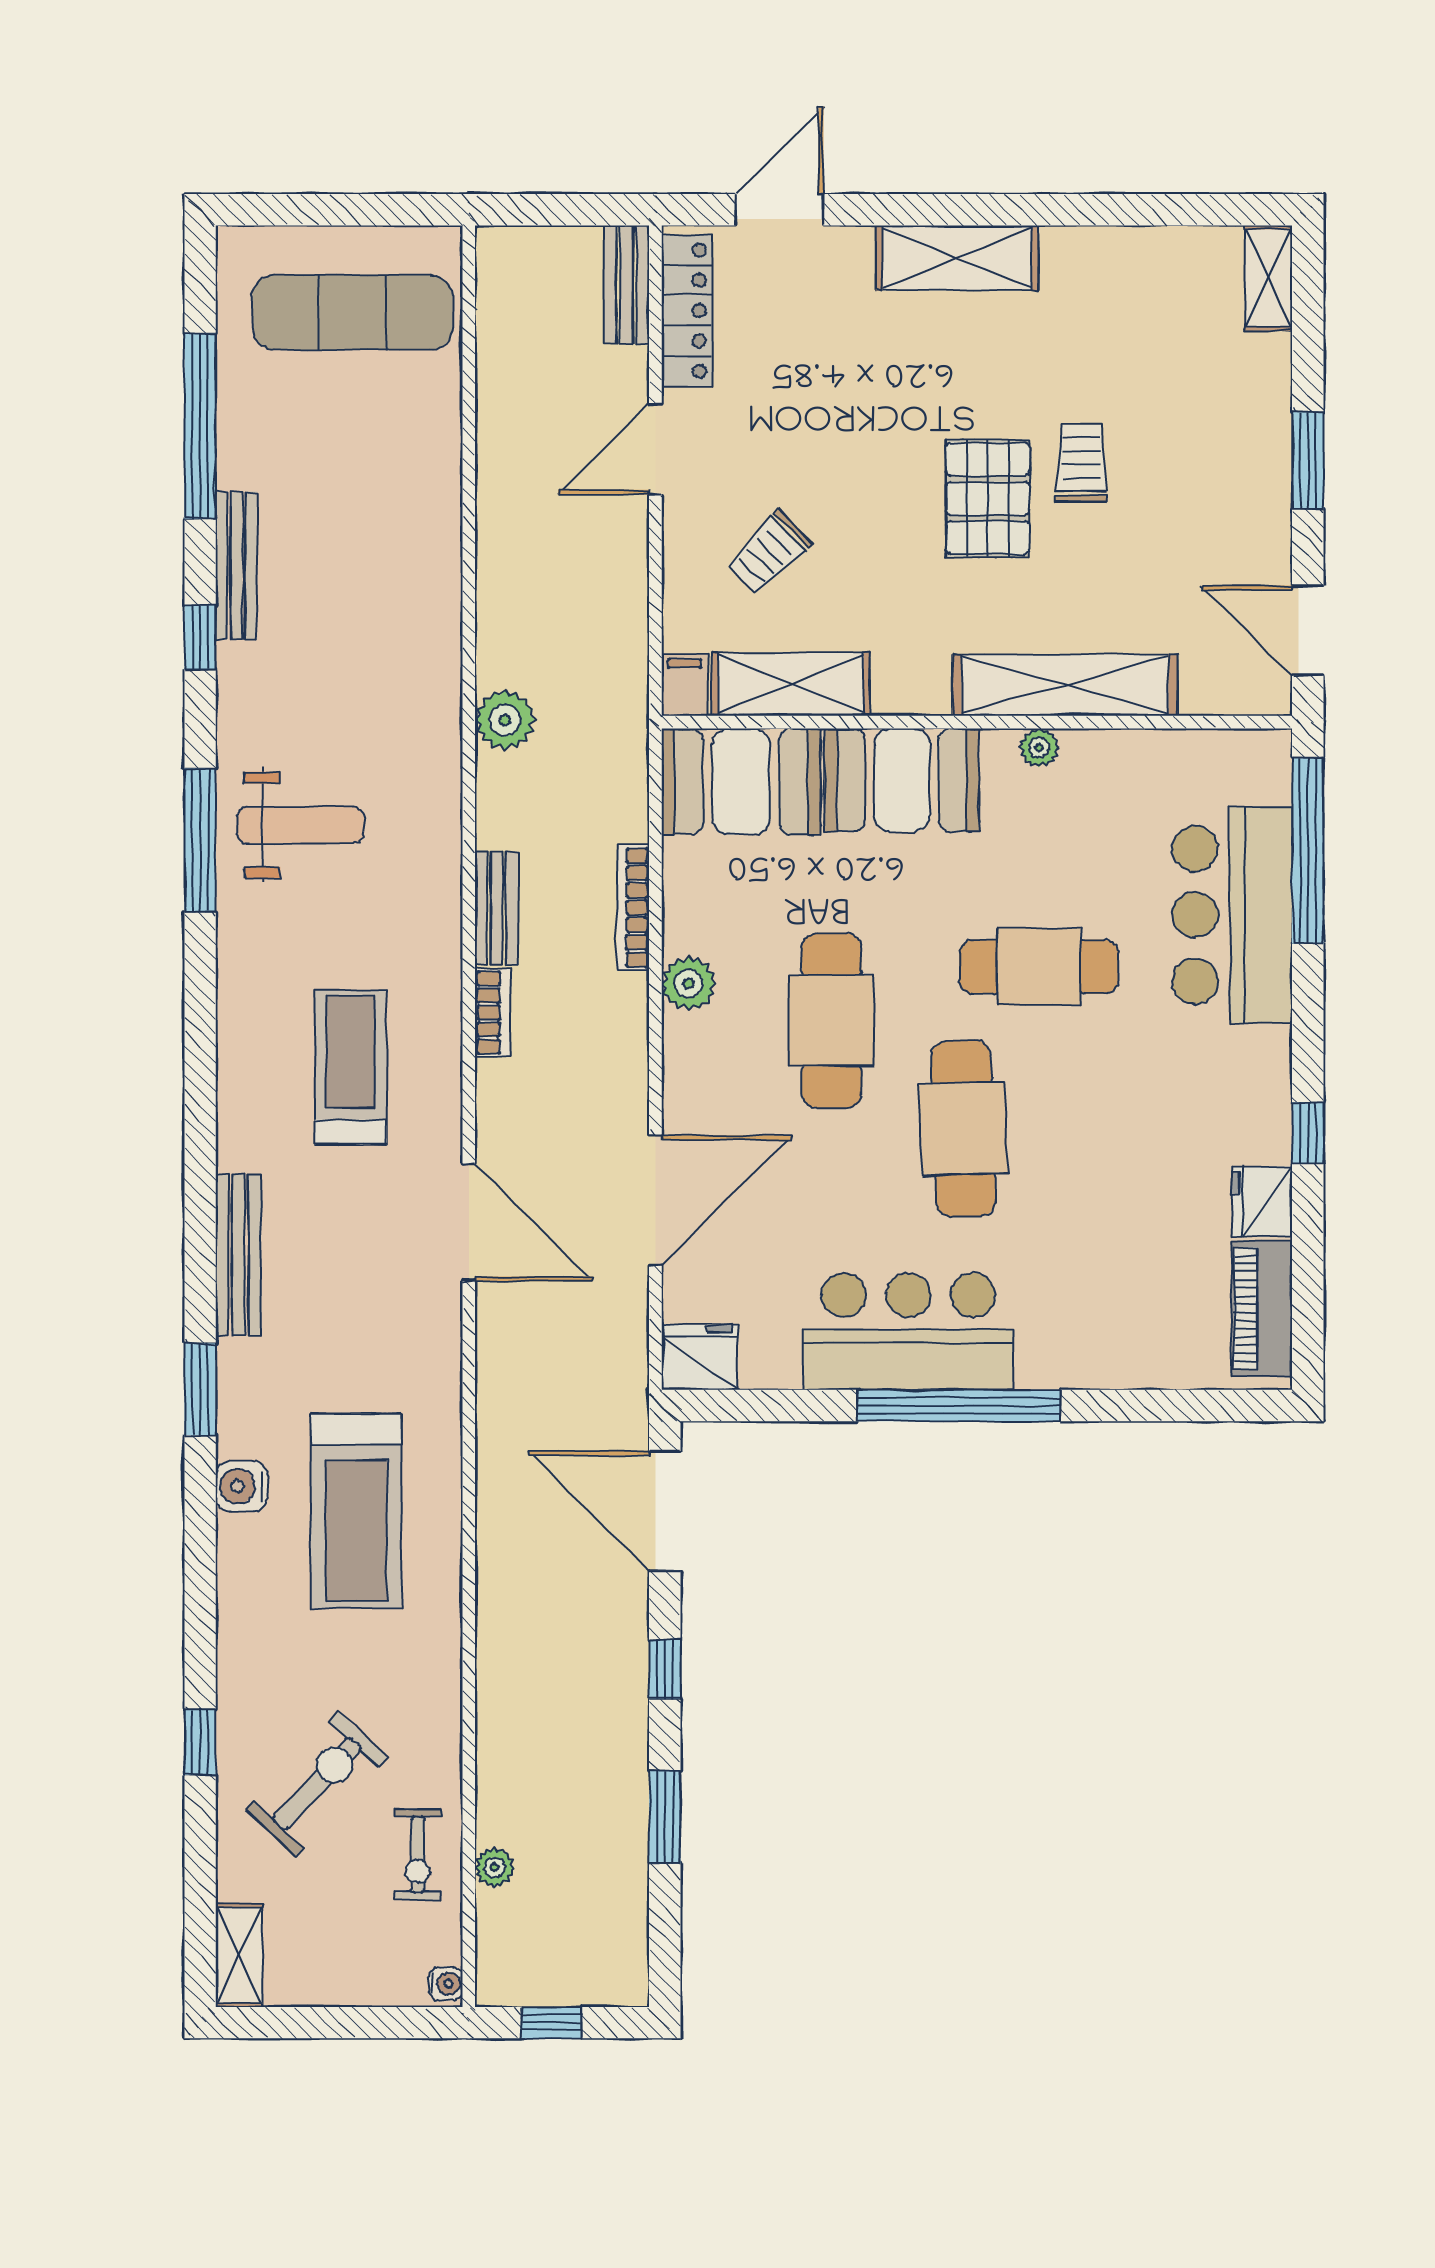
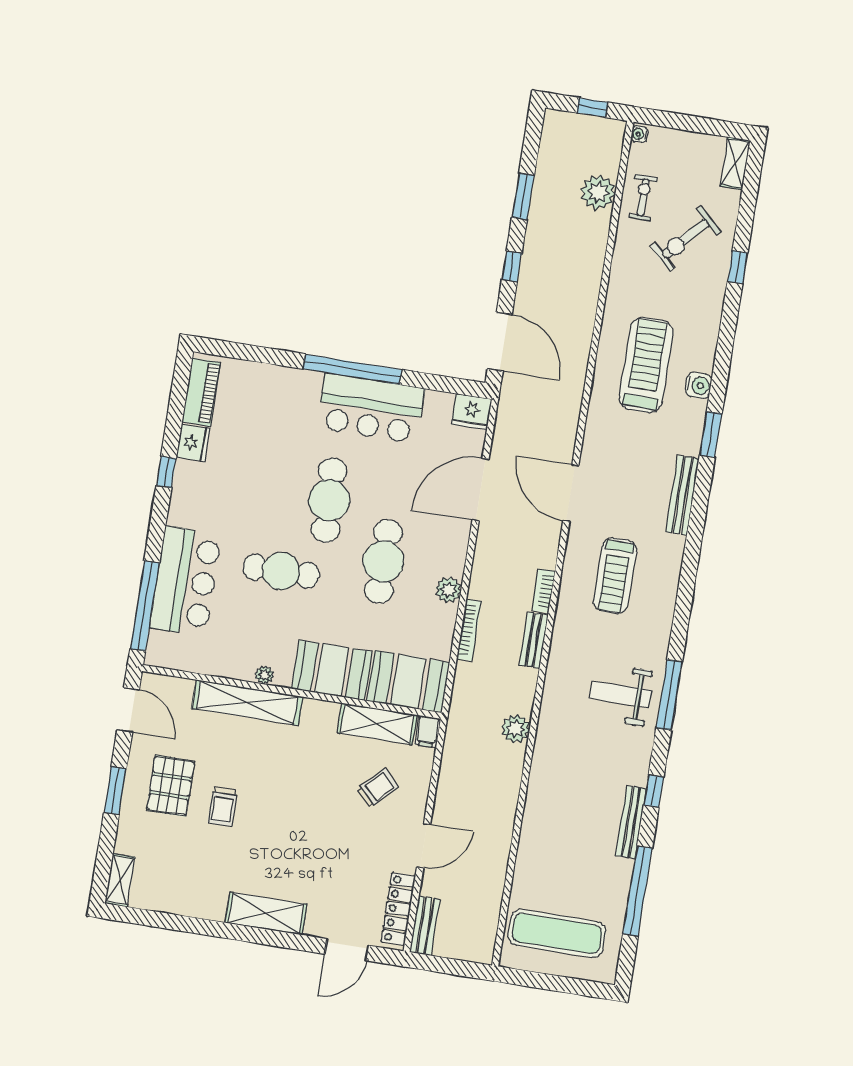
pallet: (988, 498) -> (171, 786), moved
plant: (495, 1867) -> (598, 192), width x1.88, depth x1.88

